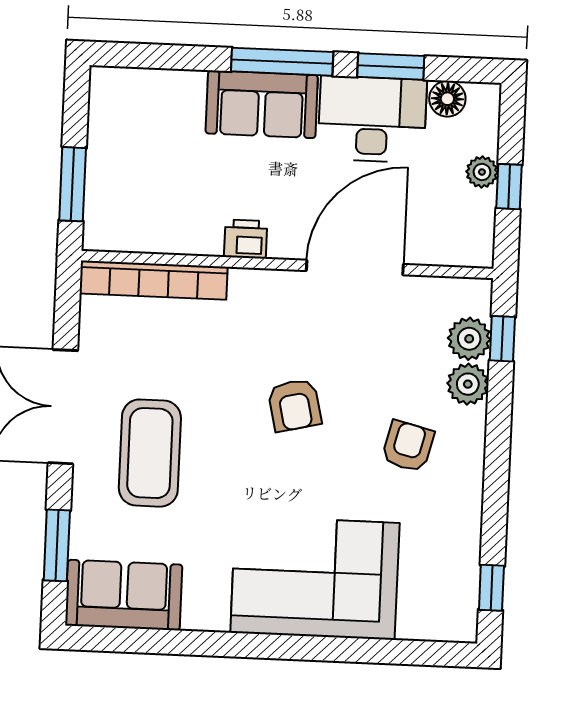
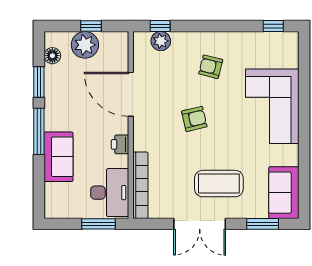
sofa: (262, 104) -> (59, 157), moved
desk: (372, 119) -> (110, 193), moved, turned 180
plant: (482, 172) -> (85, 45), width x1.87, depth x1.87
plant: (468, 384) -> (181, 41), removed

